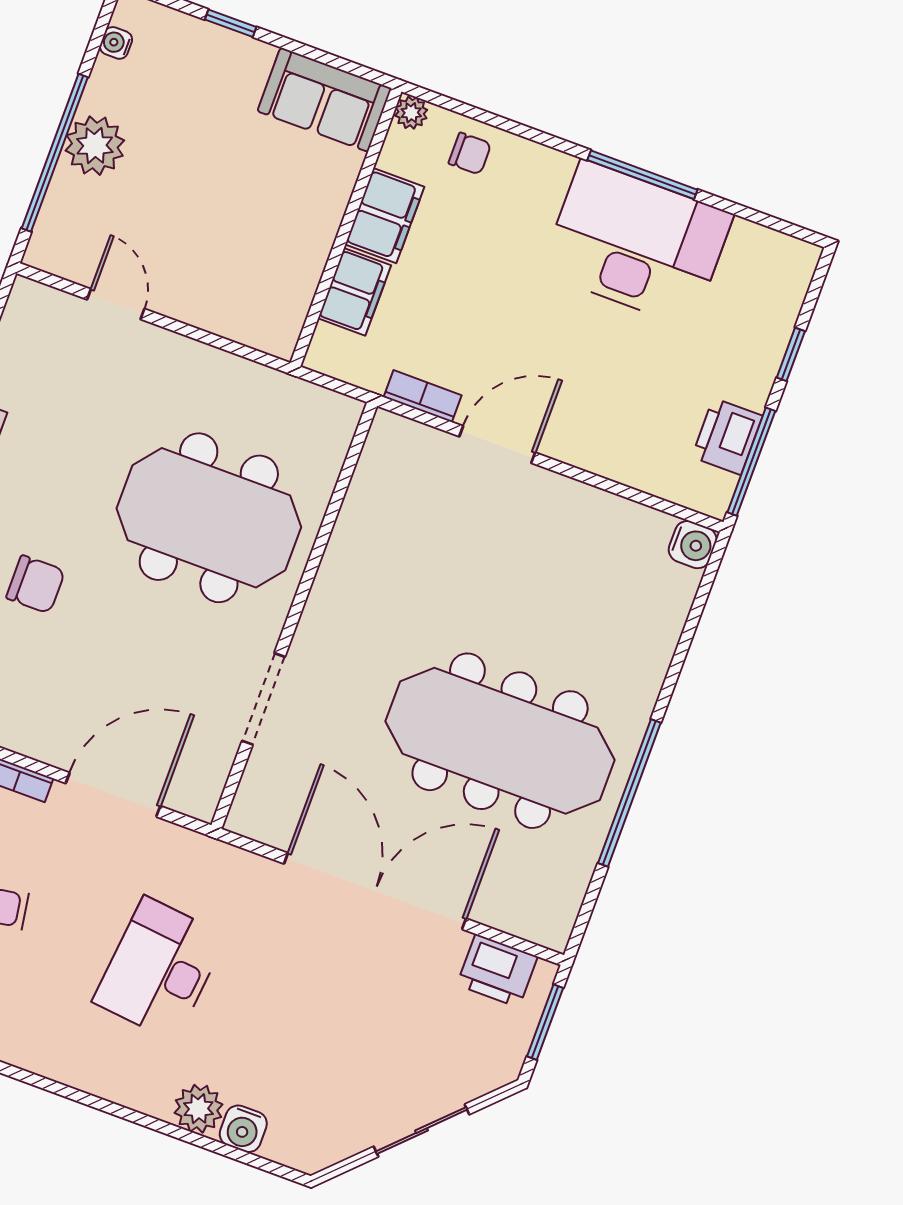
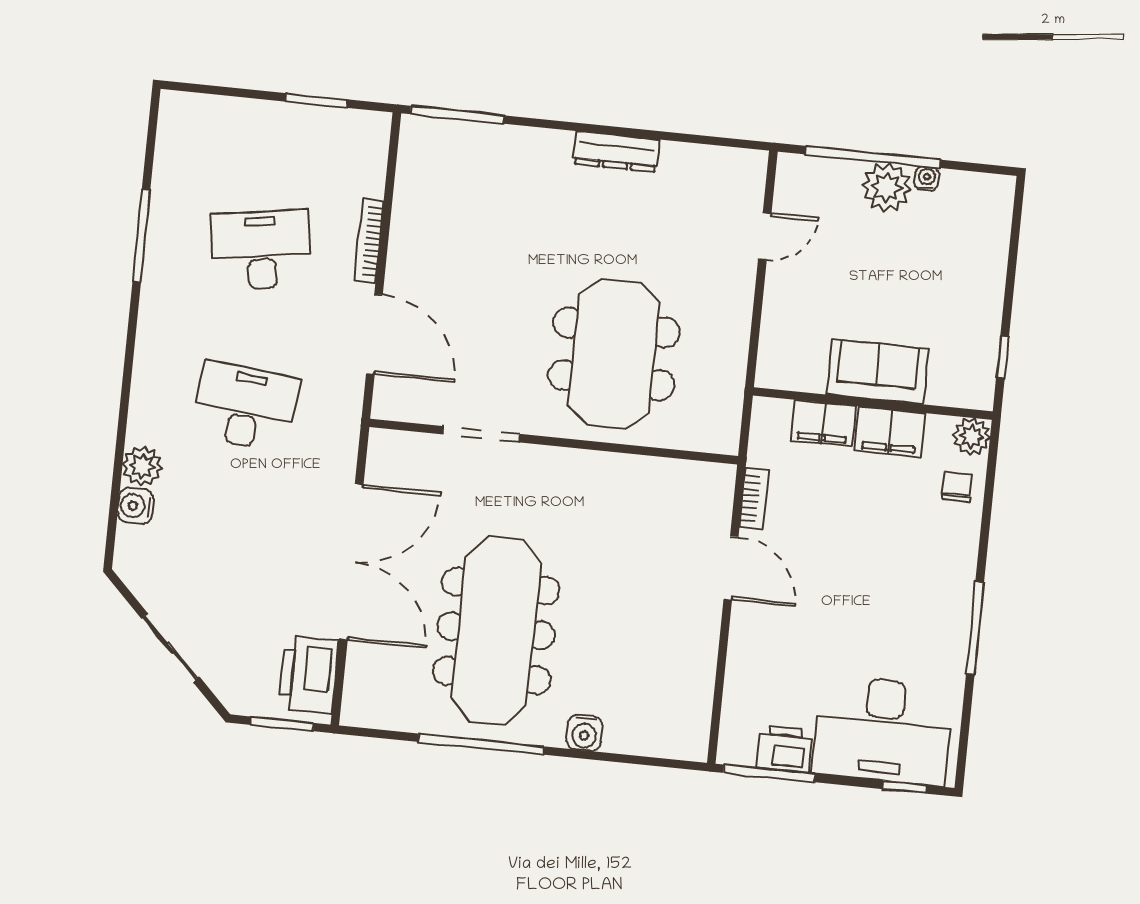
window: (231, 23) -> (1003, 357), moved
water cooler: (116, 43) -> (927, 179), moved
sofa: (324, 100) -> (878, 372), moved, turned 90
plant: (411, 113) -> (972, 436), width x1.38, depth x1.38
chair: (470, 154) -> (957, 487), turned 180
desk: (637, 243) -> (883, 730), moved, turned 90
window: (791, 354) -> (904, 787), moved
water cooler: (693, 545) -> (584, 733), moved
chair: (36, 584) -> (526, 230), removed
printer: (497, 971) -> (309, 675), width x1.37, depth x1.19

